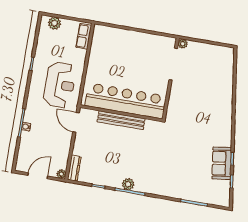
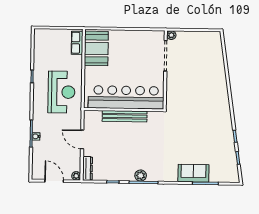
plant: (54, 23) -> (47, 35), removed
booth: (103, 45) -> (96, 48), added
door: (76, 122) -> (82, 139), moved
sofa: (222, 163) -> (193, 173), moved, turned 98
door: (38, 176) -> (54, 181), hinge flipped

